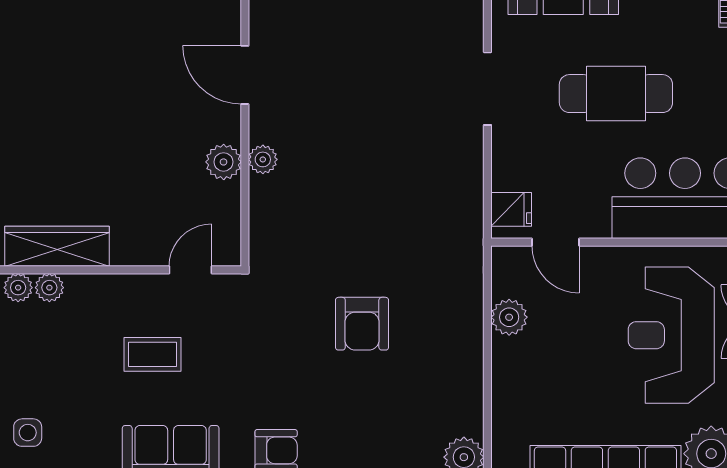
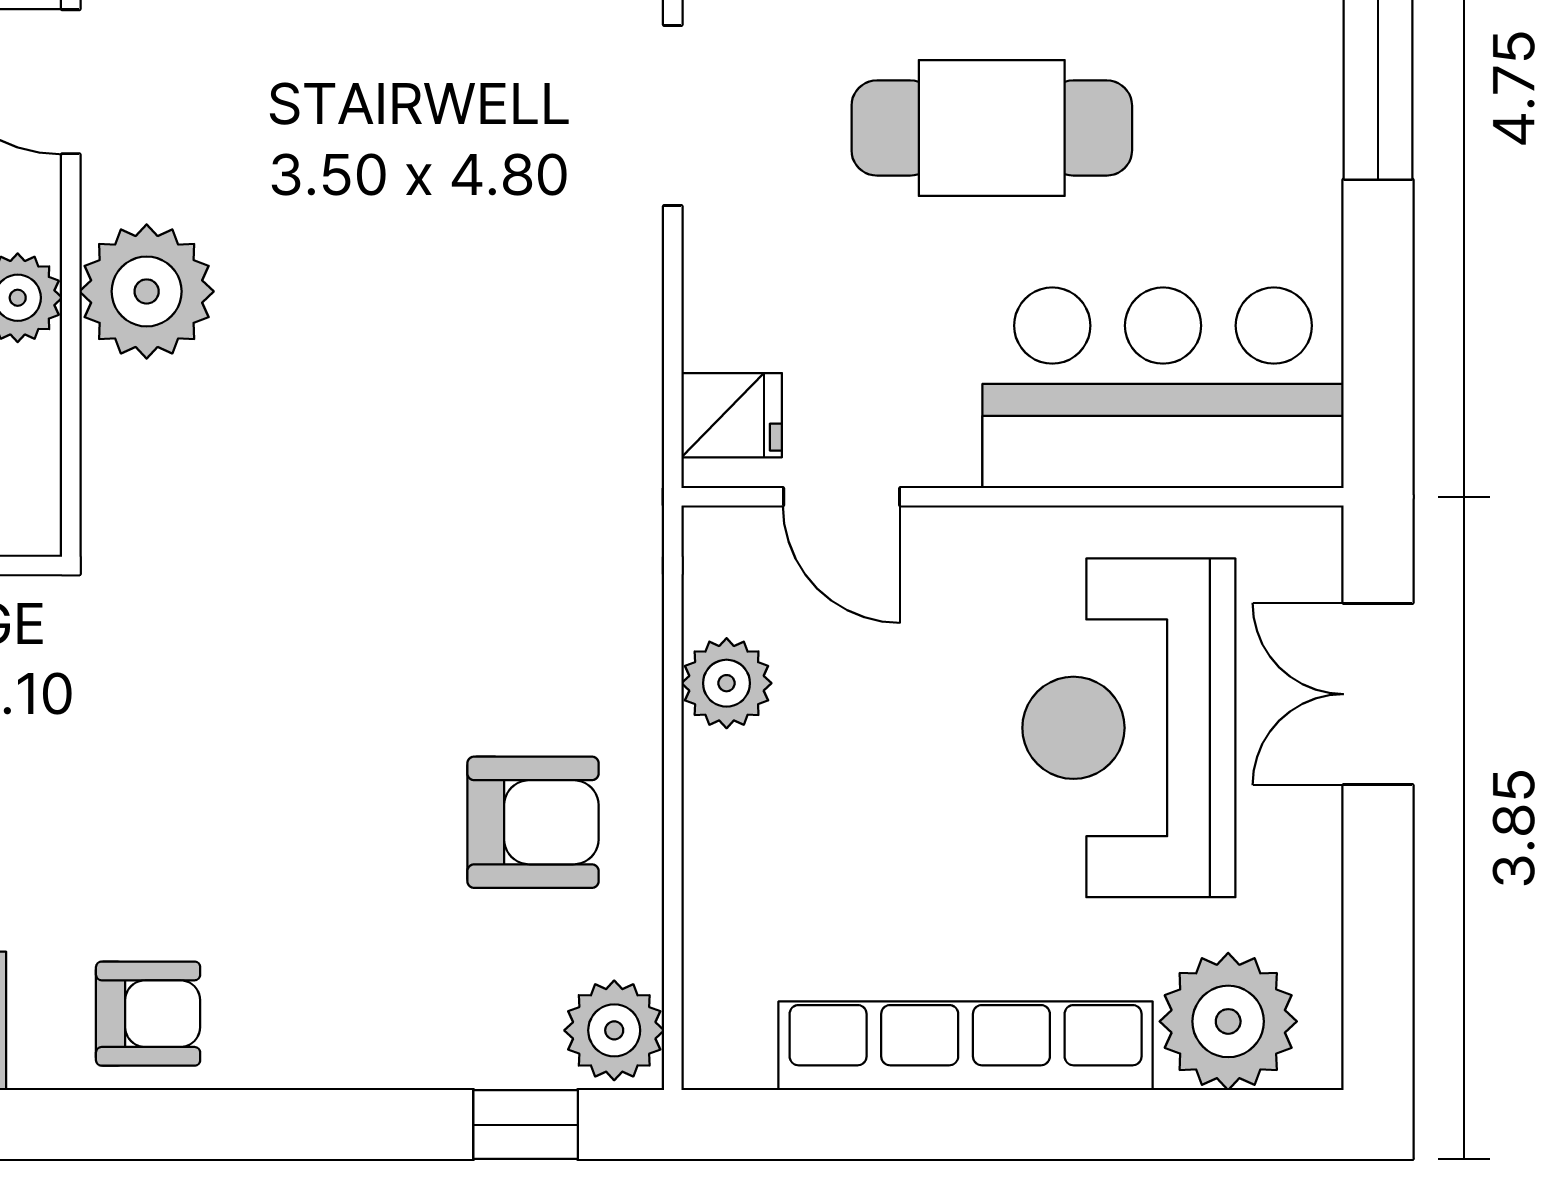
plant: (263, 159) -> (147, 291), width x1.87, depth x1.87
armchair: (362, 324) -> (533, 822), moved, turned -90

